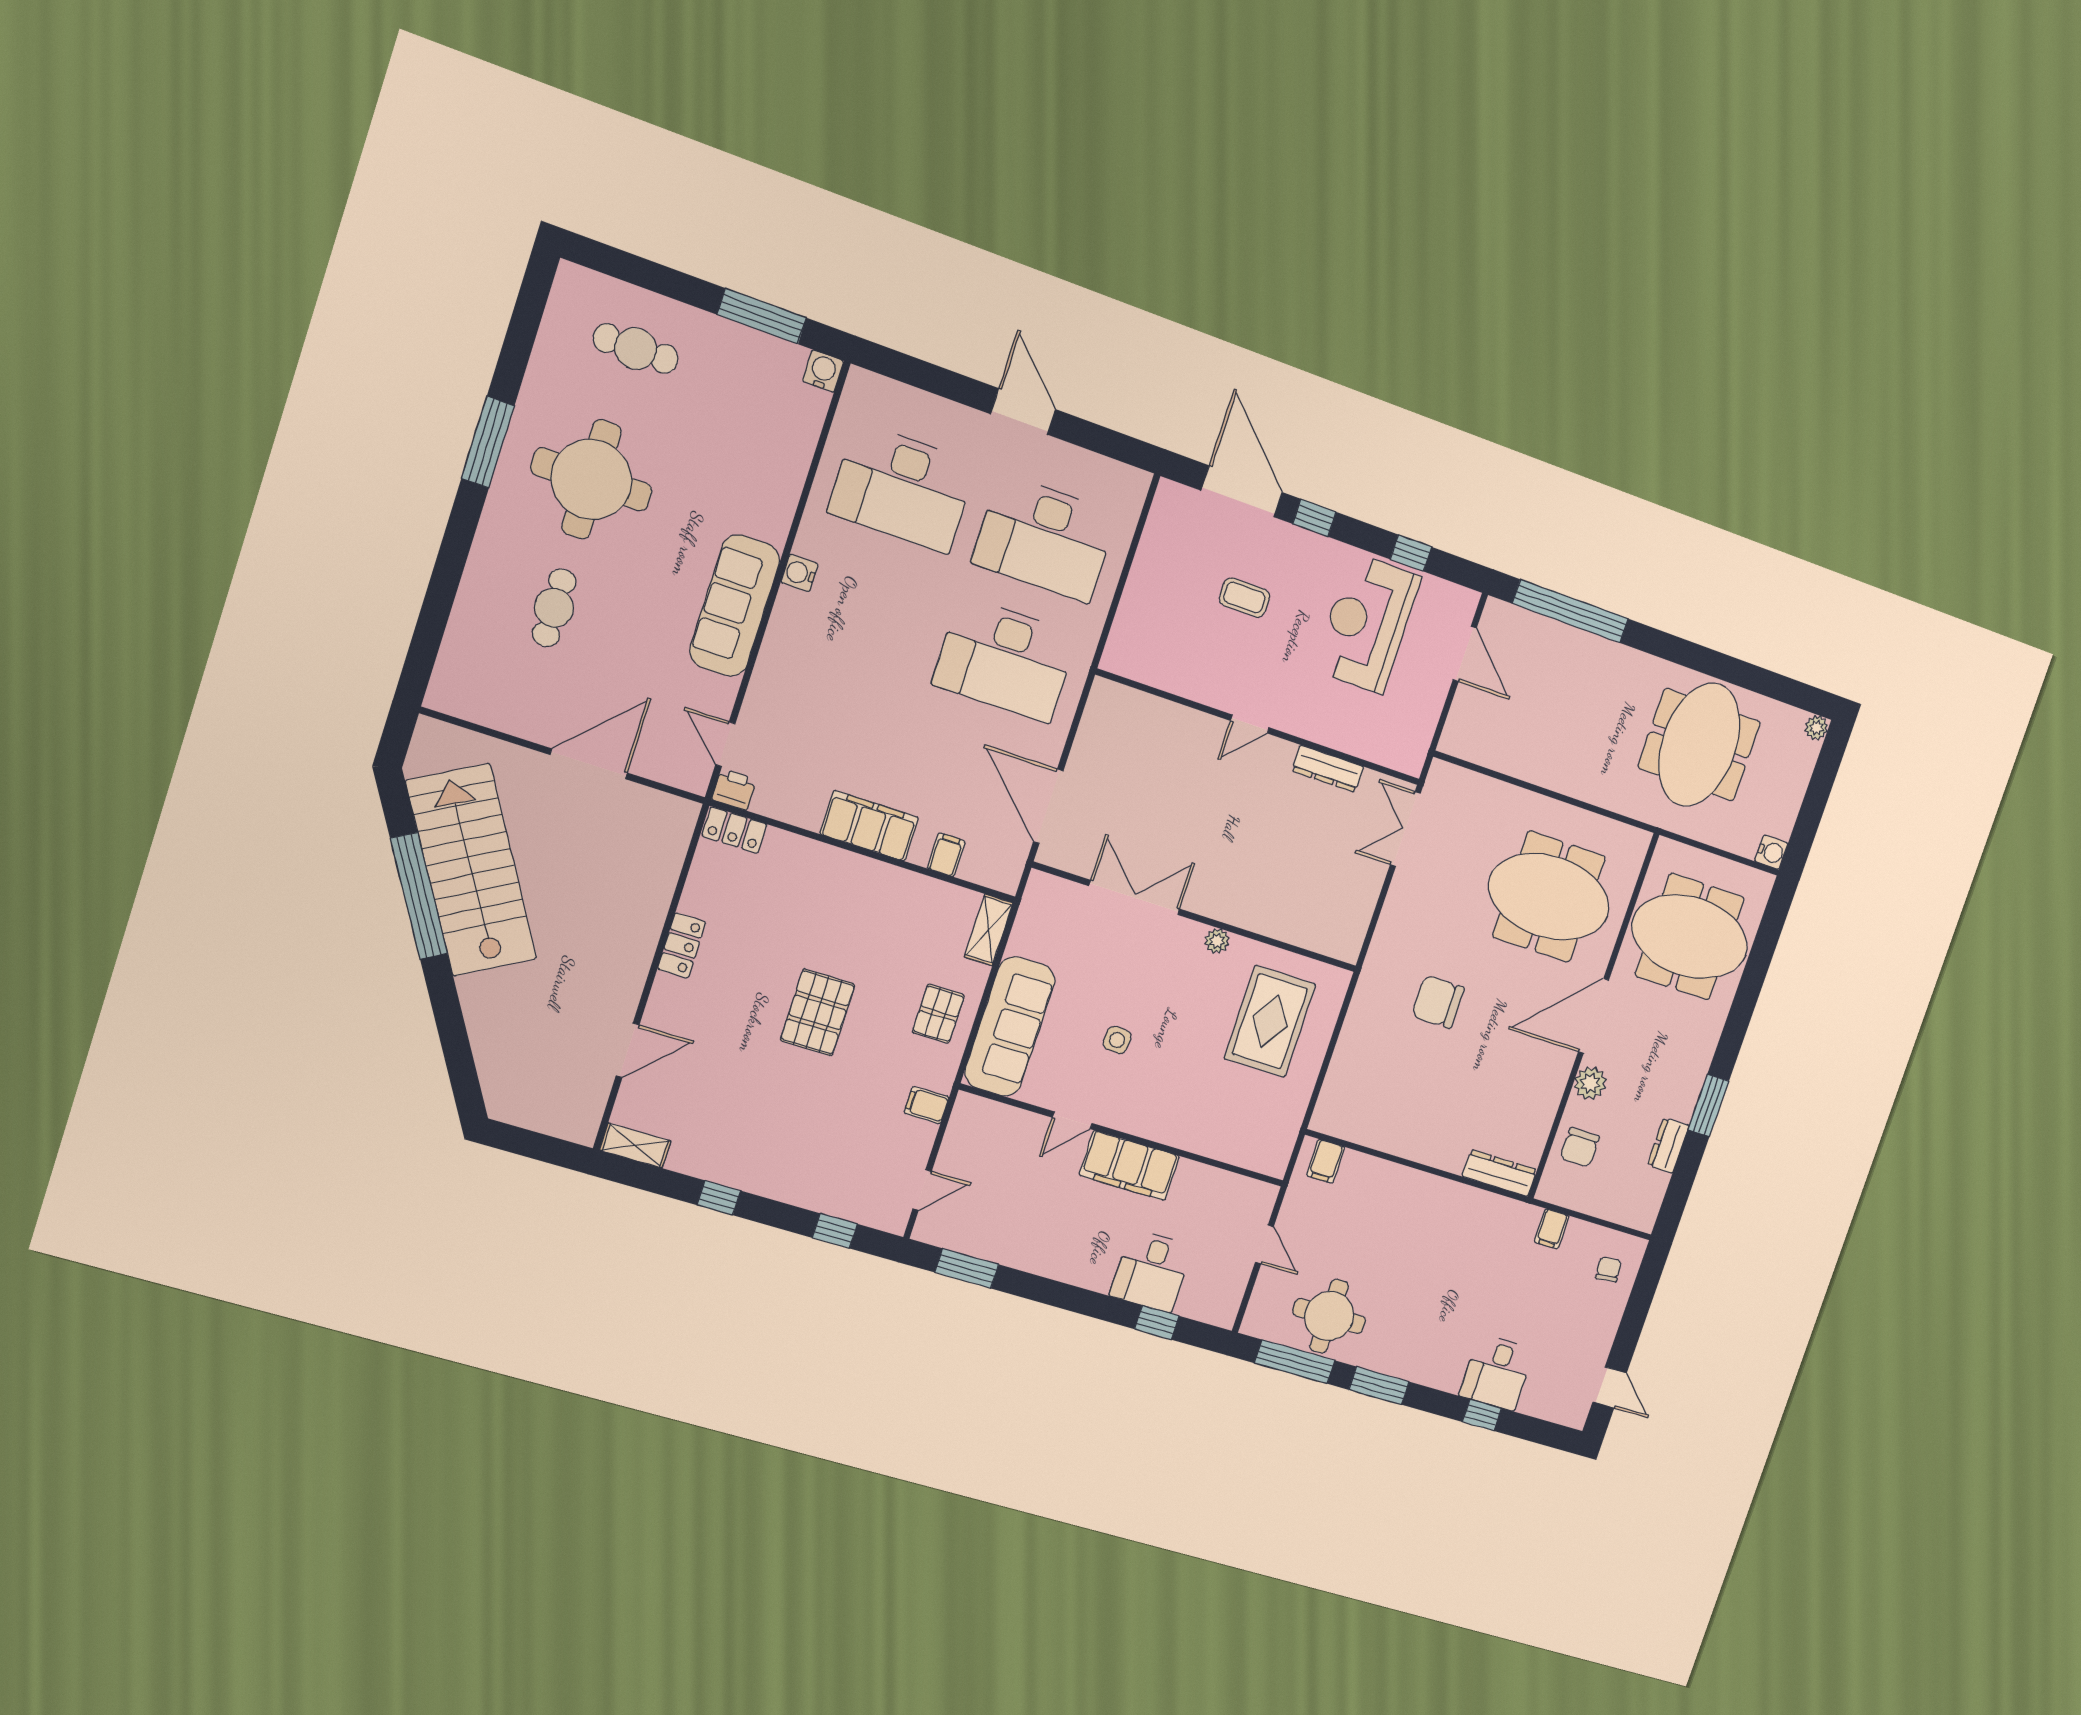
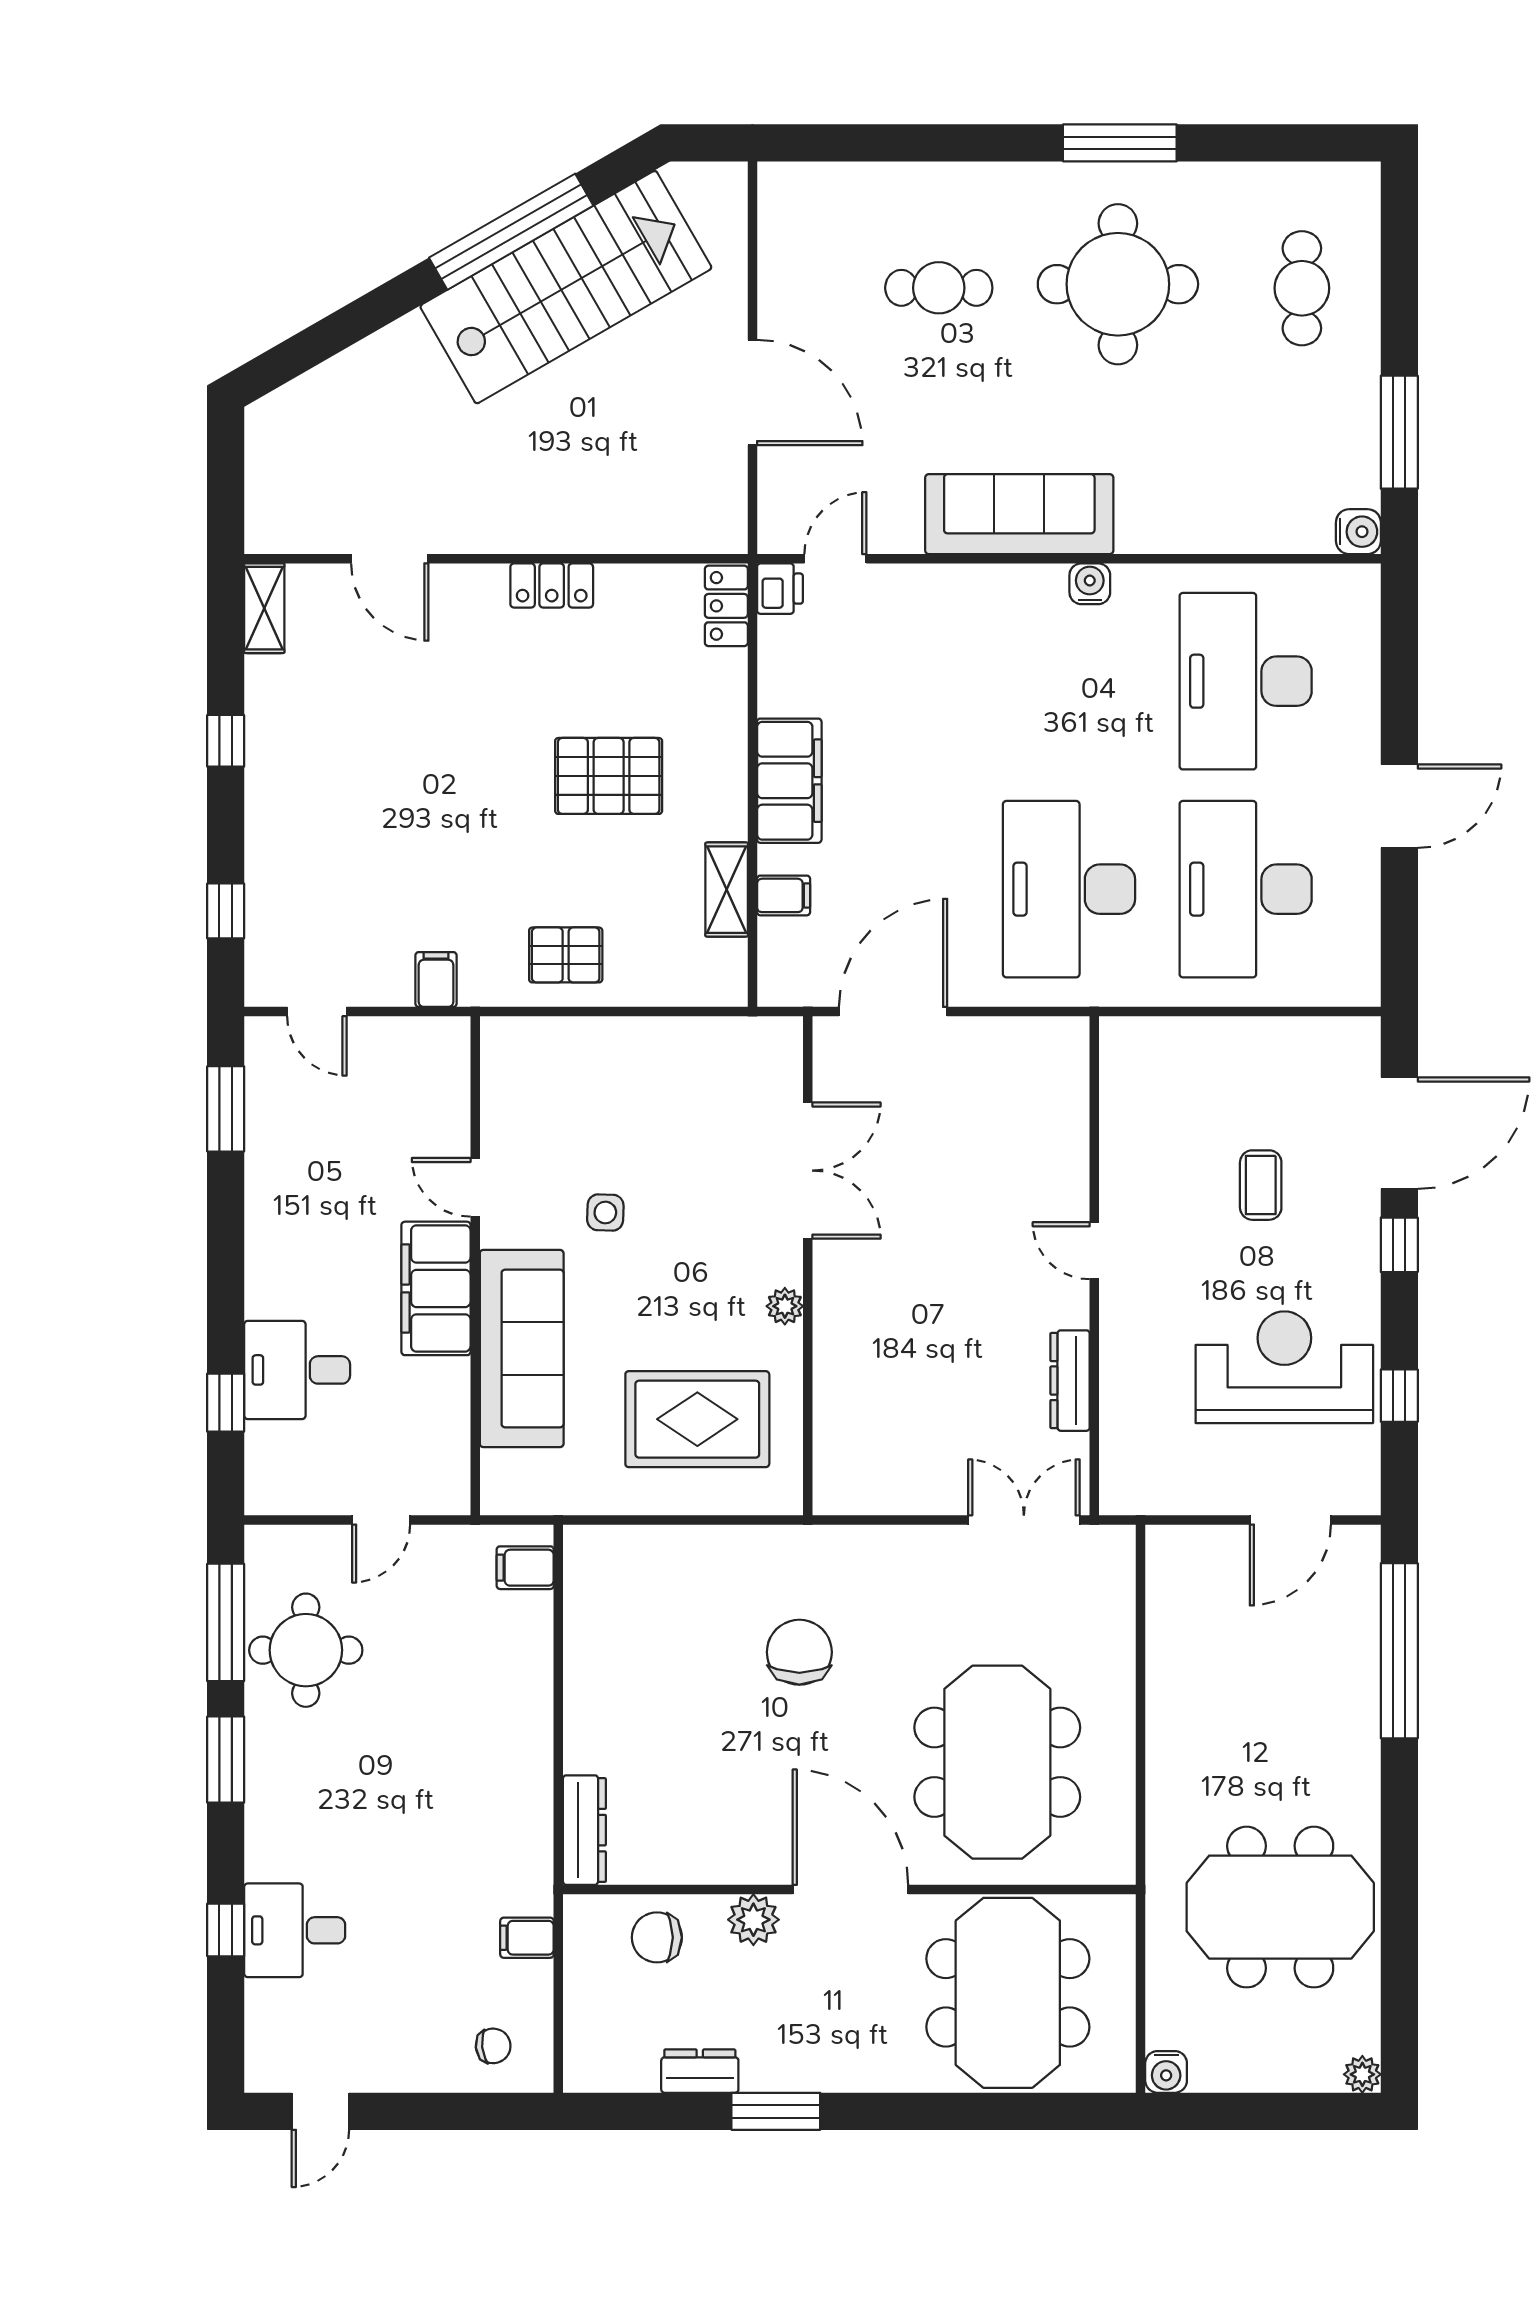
shelving: (989, 930) -> (727, 890), moved, turned 90
pallet: (818, 1012) -> (609, 776), moved
sofa: (1010, 1026) -> (522, 1349), moved, turned -90

